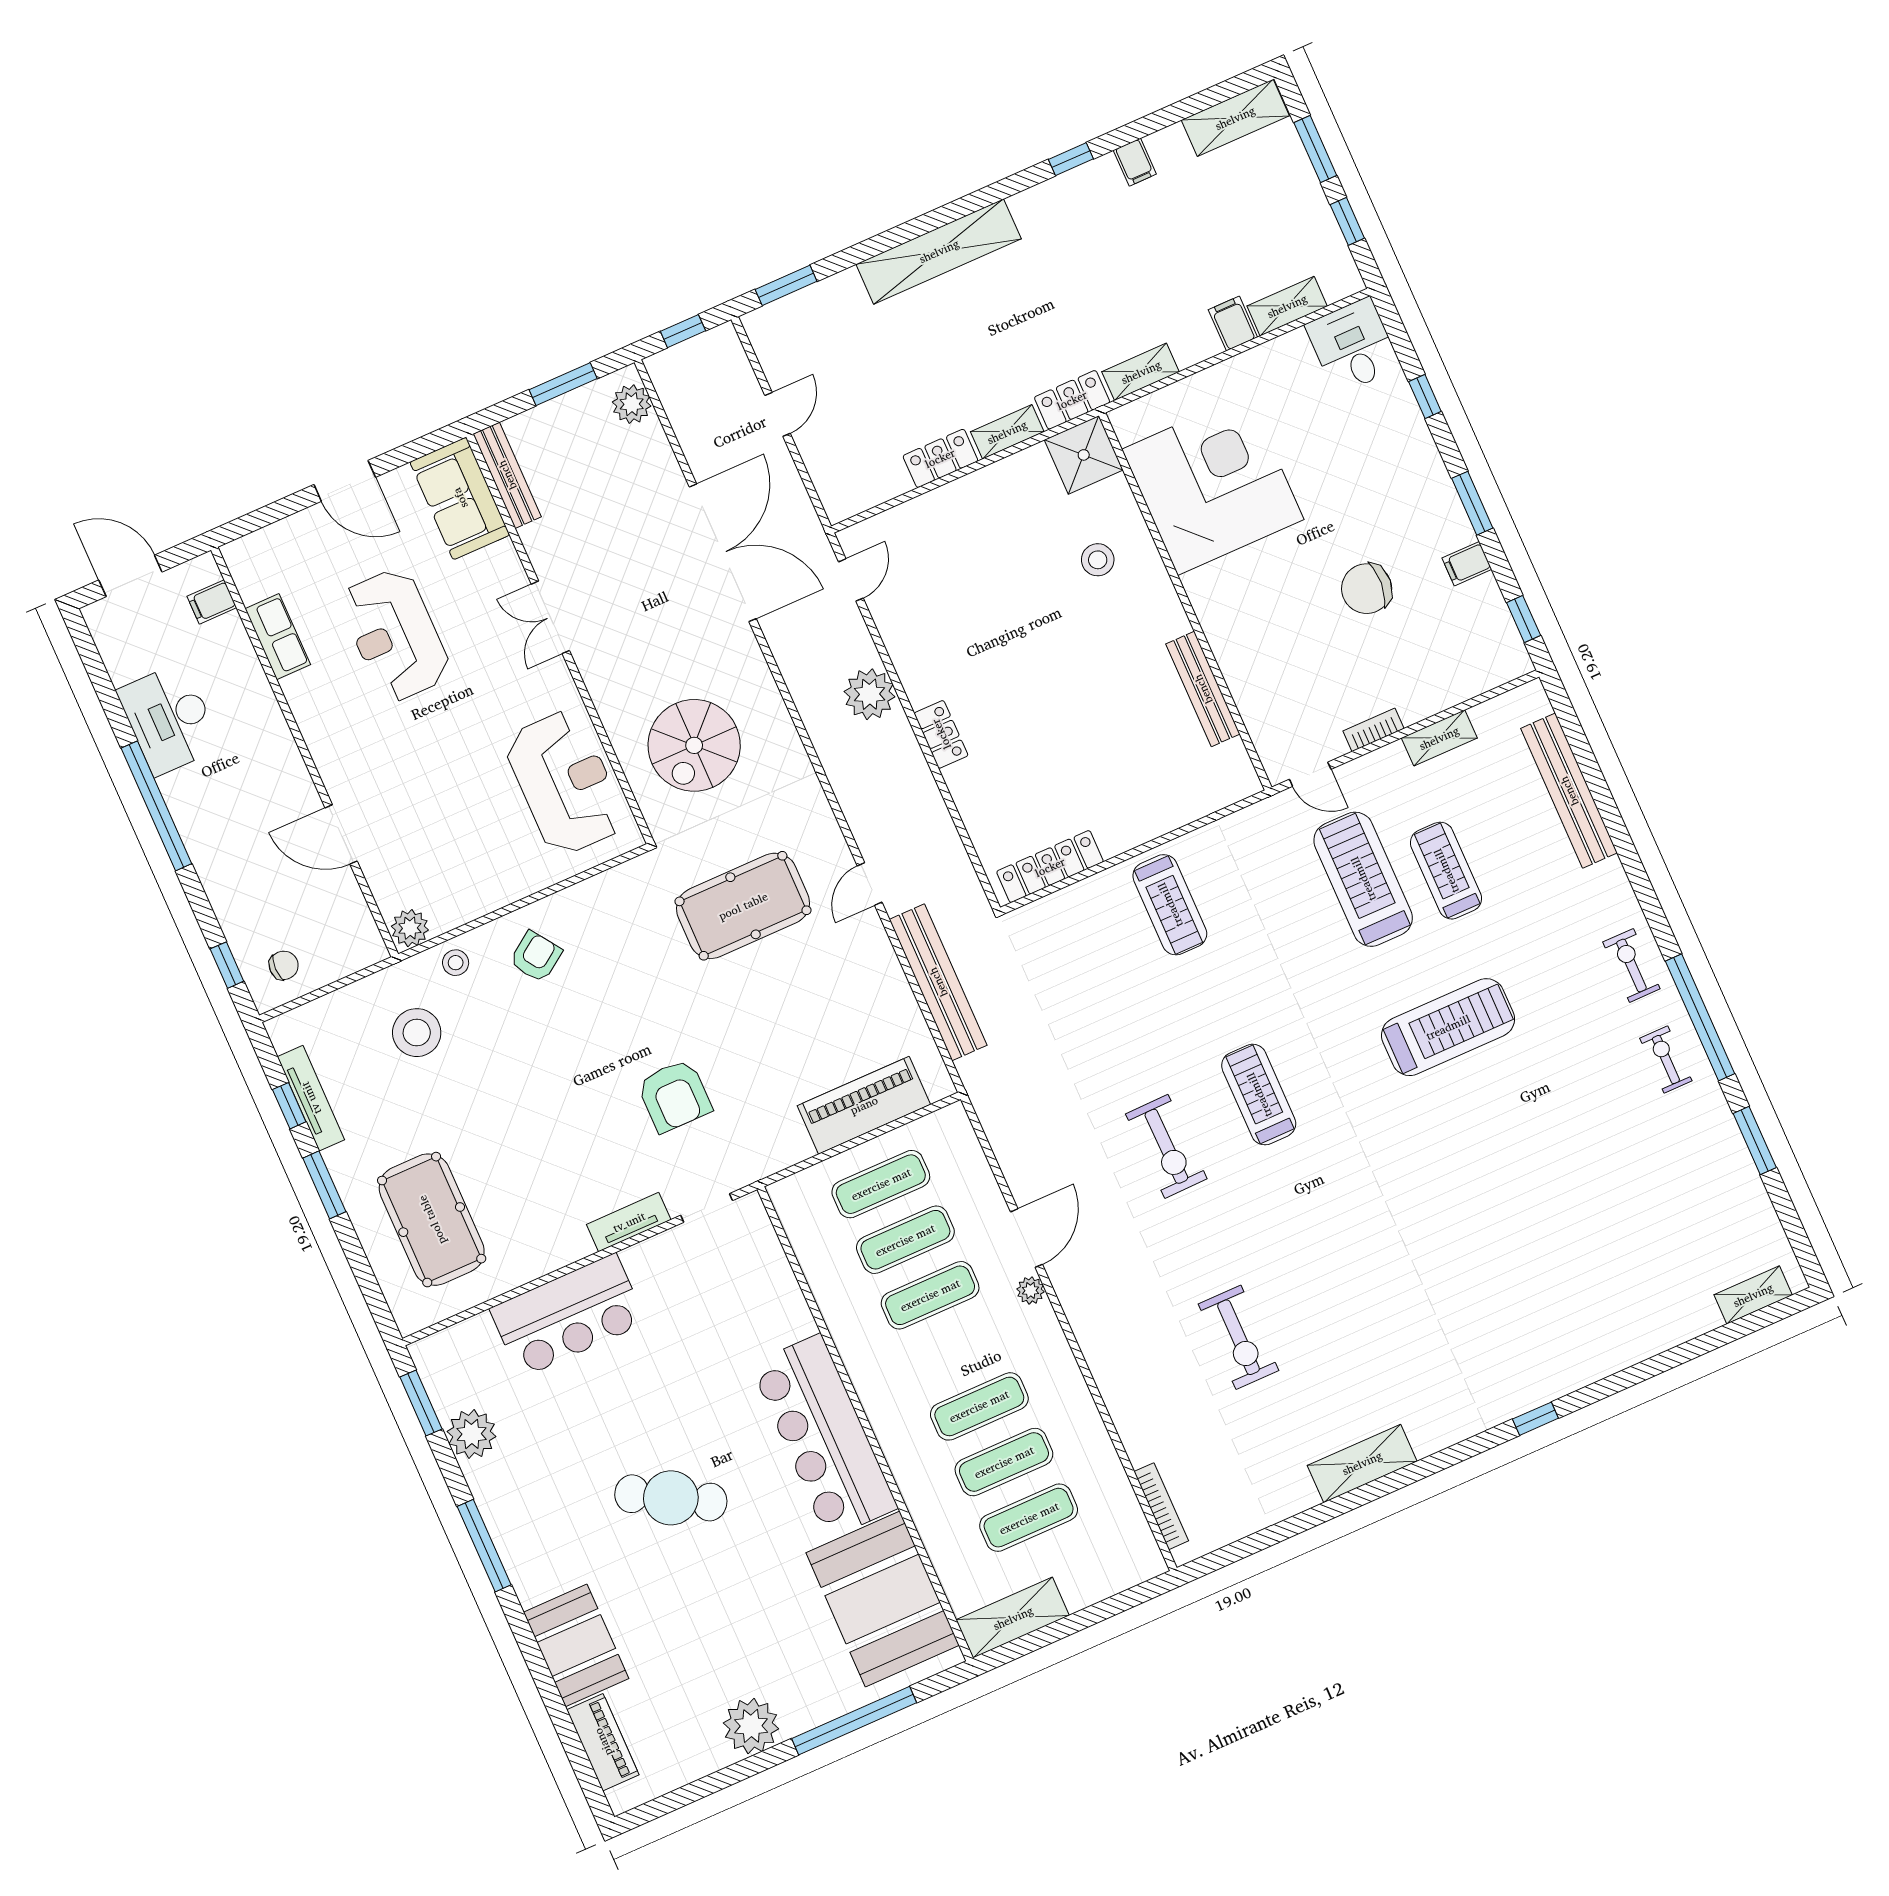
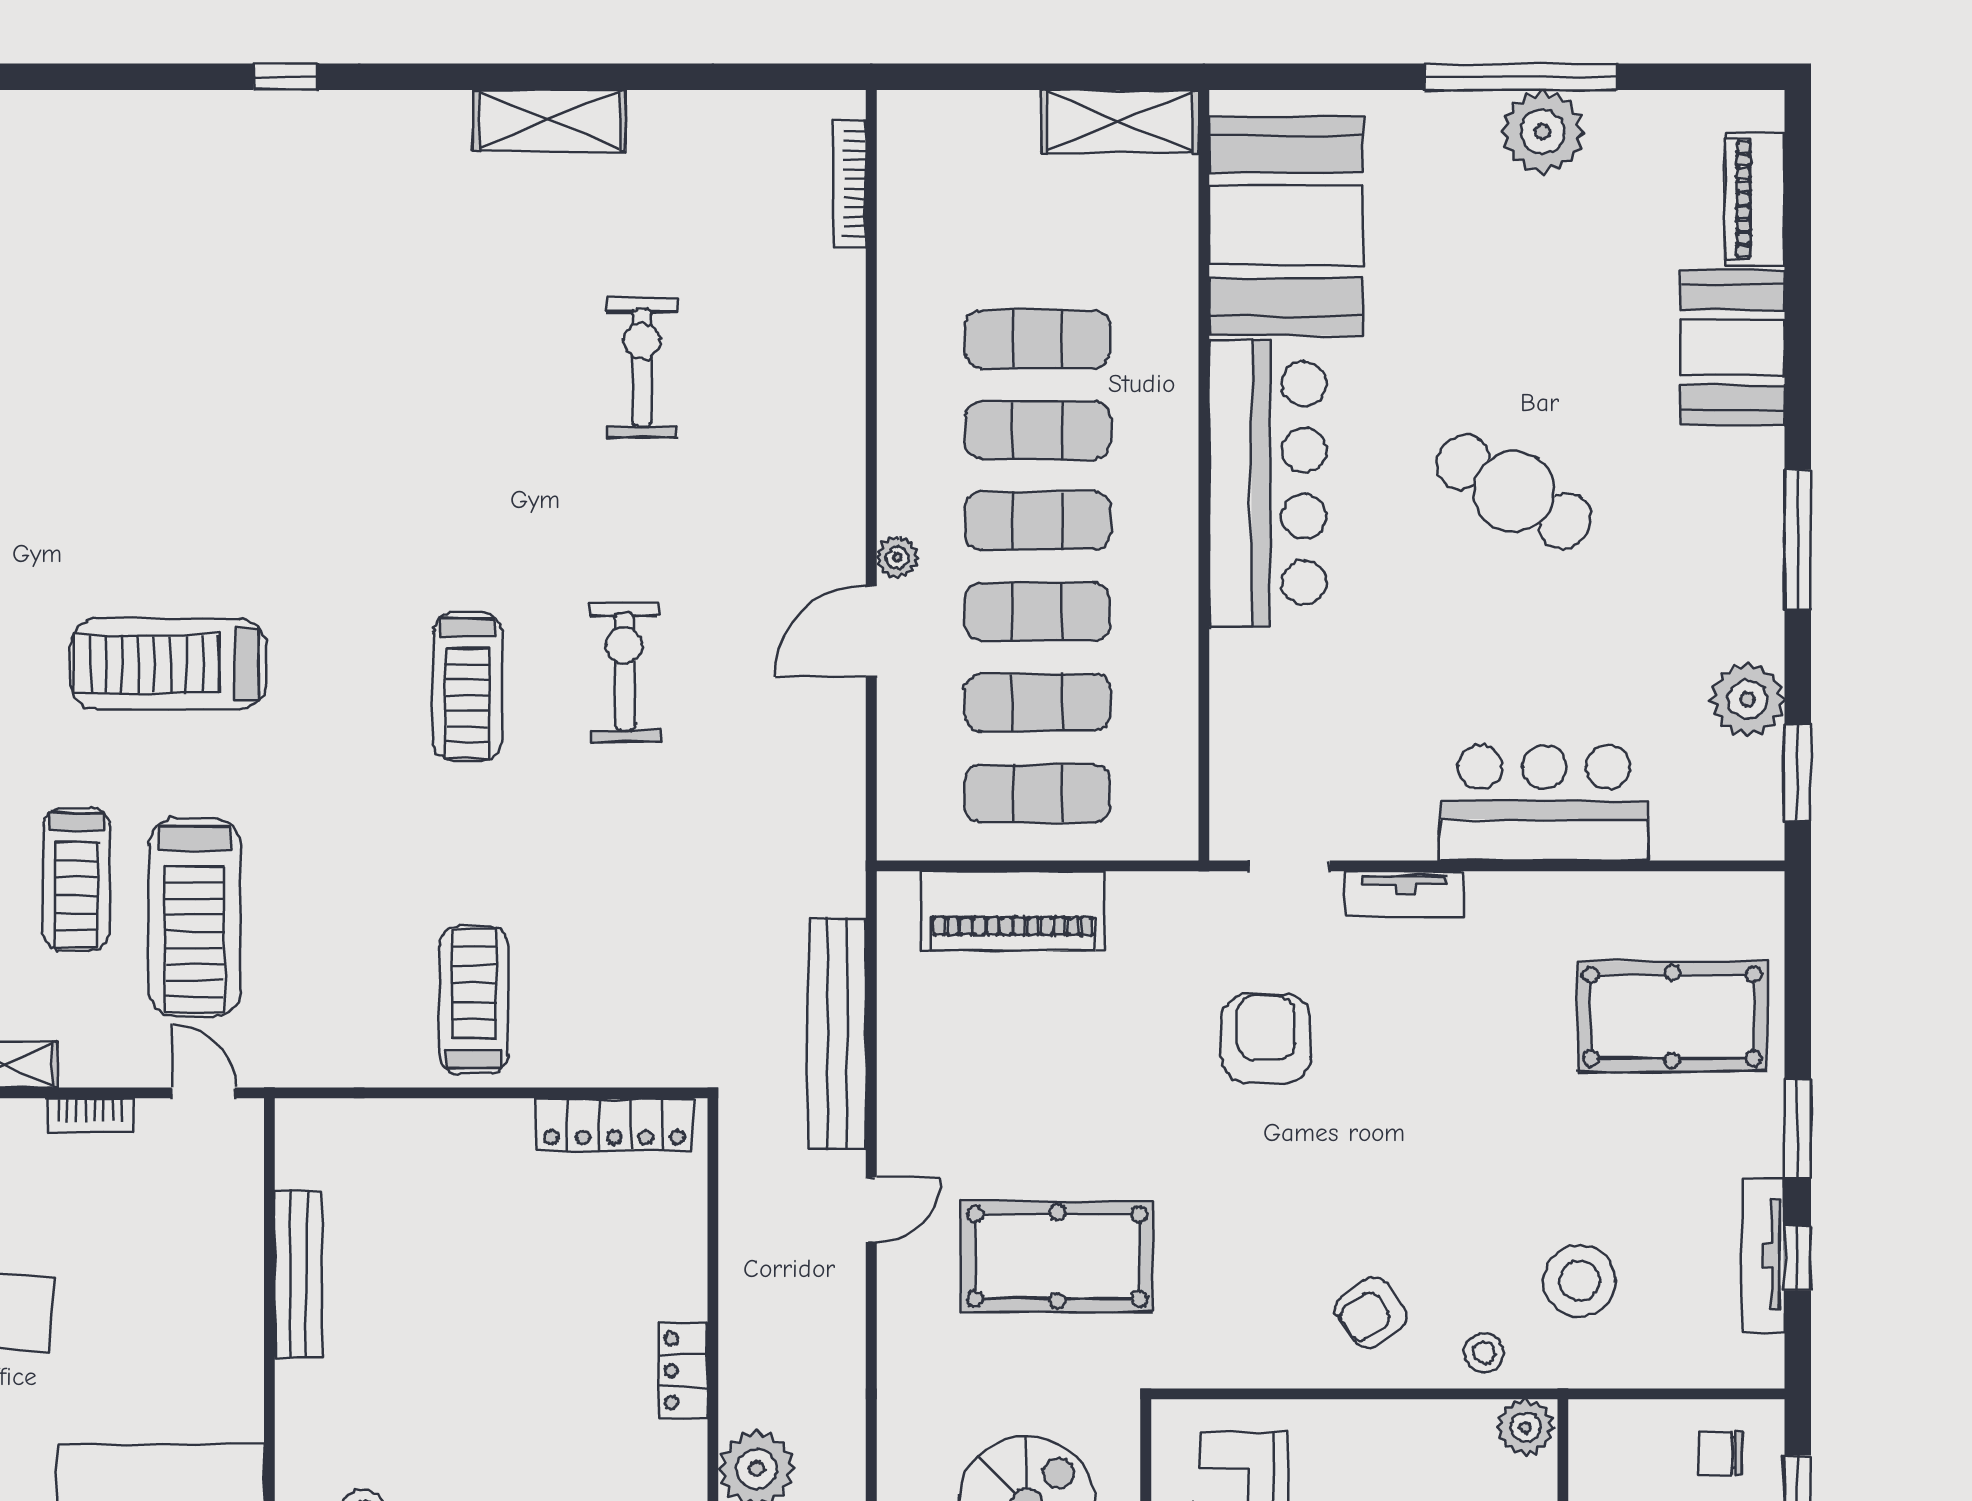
pool table: (432, 1220) -> (1672, 1016), turned 90
exercise mat: (1029, 1518) -> (1038, 521), moved
window: (854, 1721) -> (1521, 77), moved

